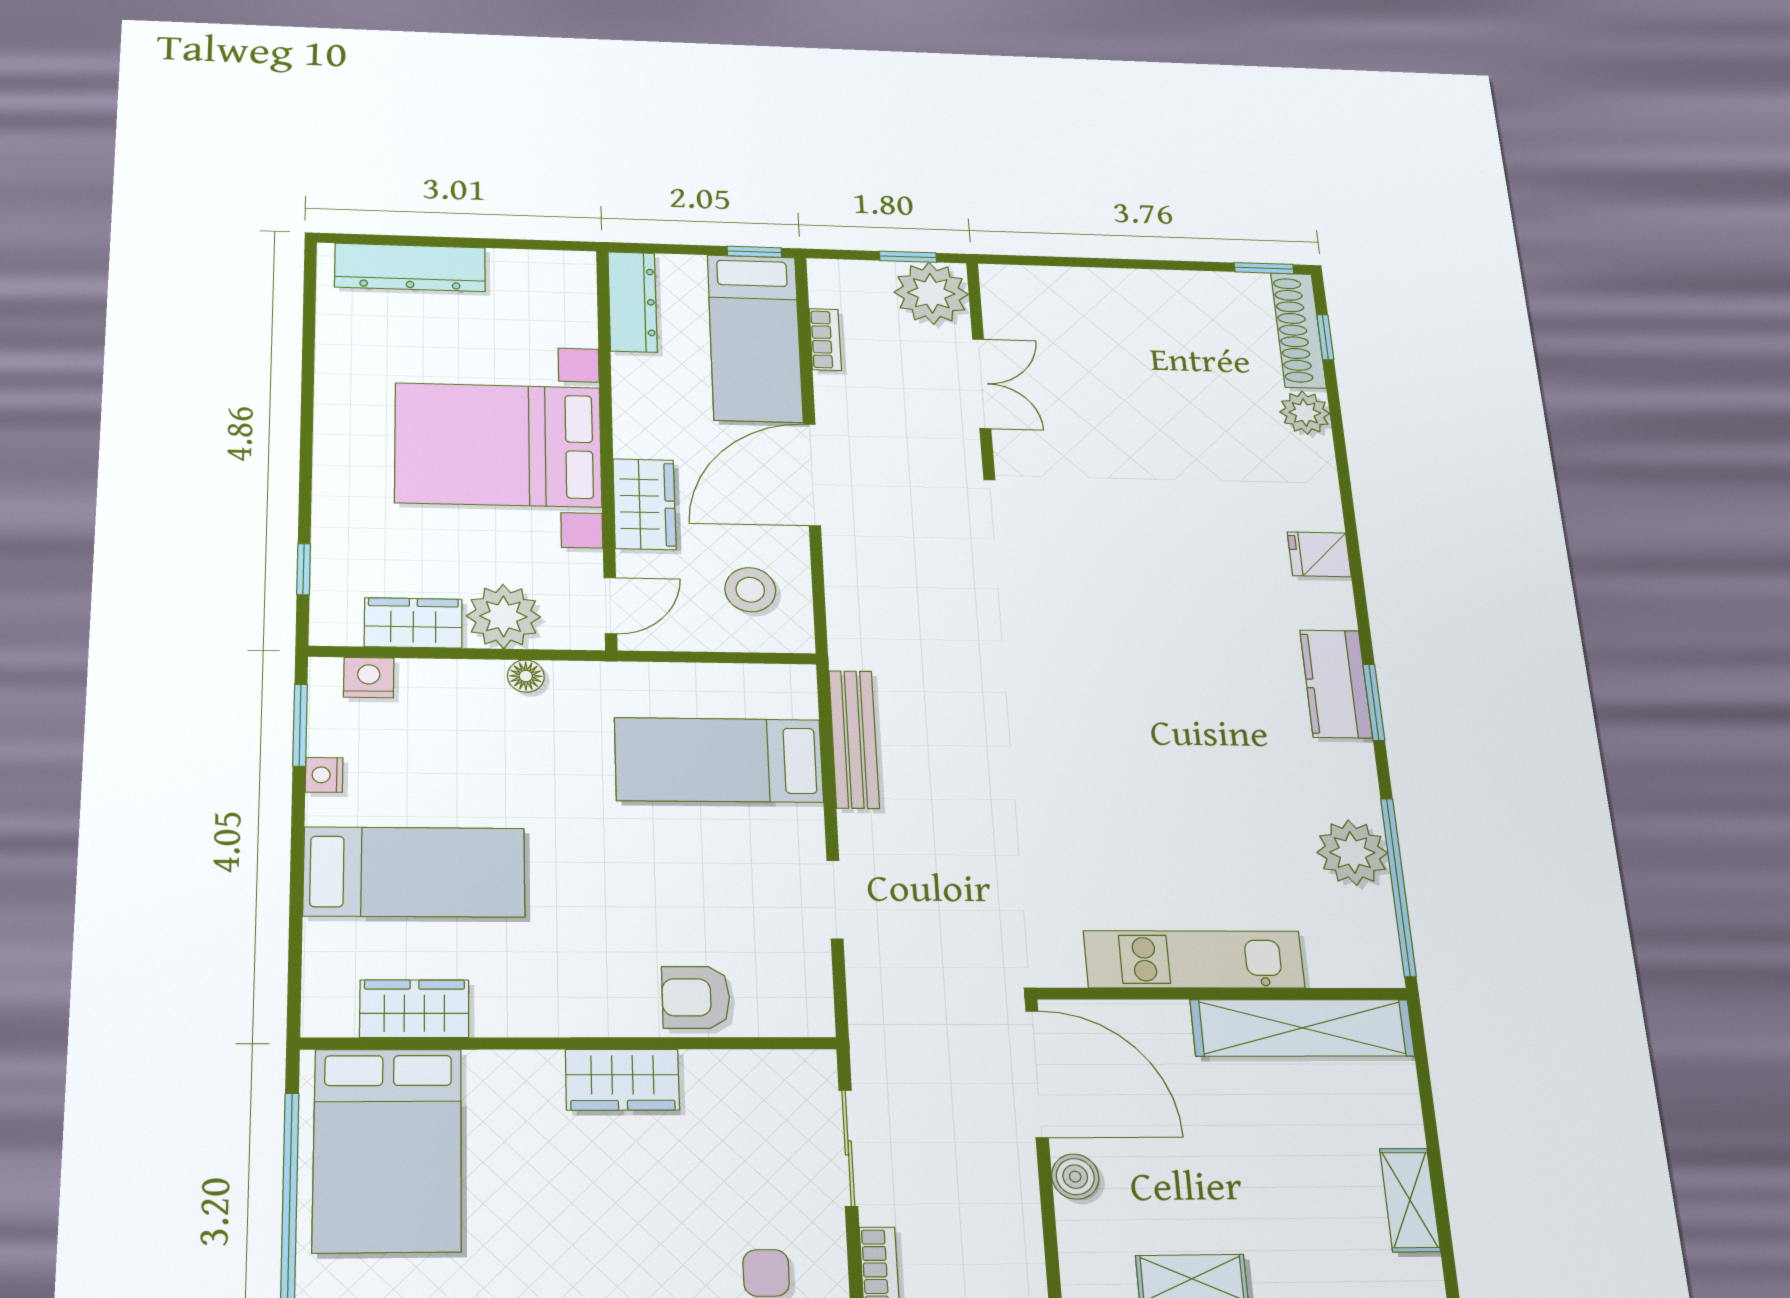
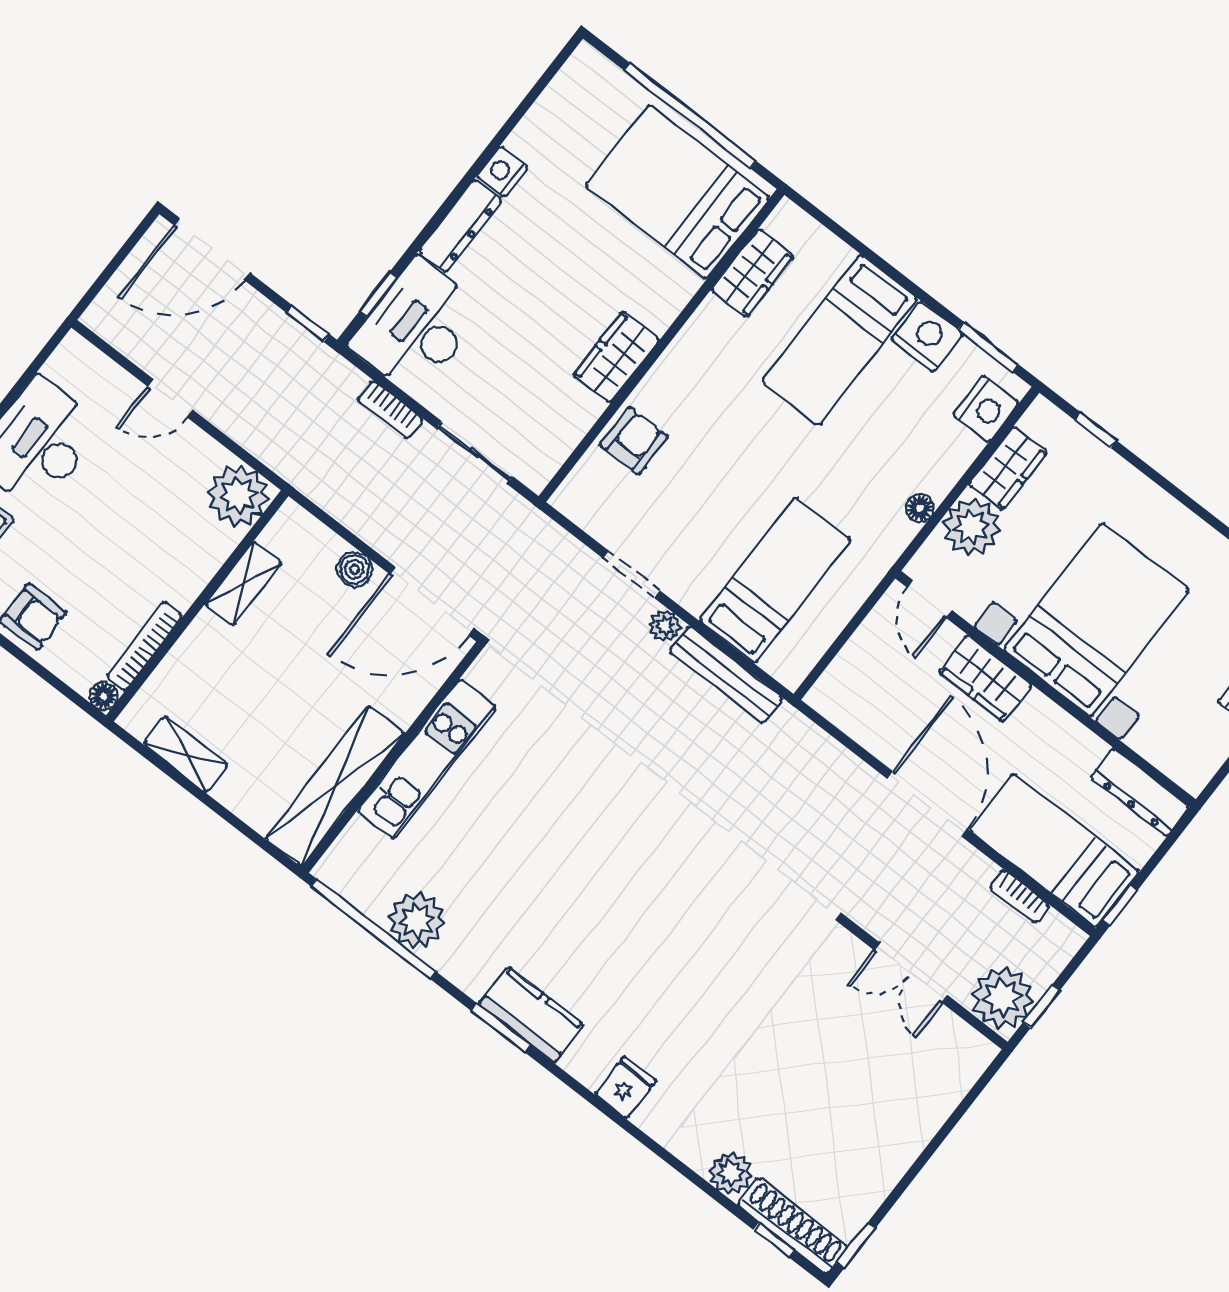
stool: (750, 590) -> (875, 696), removed
nightstand: (369, 678) -> (986, 409), width x1.36, depth x1.33
nightstand: (324, 775) -> (927, 337), width x1.89, depth x1.79
plant: (858, 830) -> (665, 626), added

